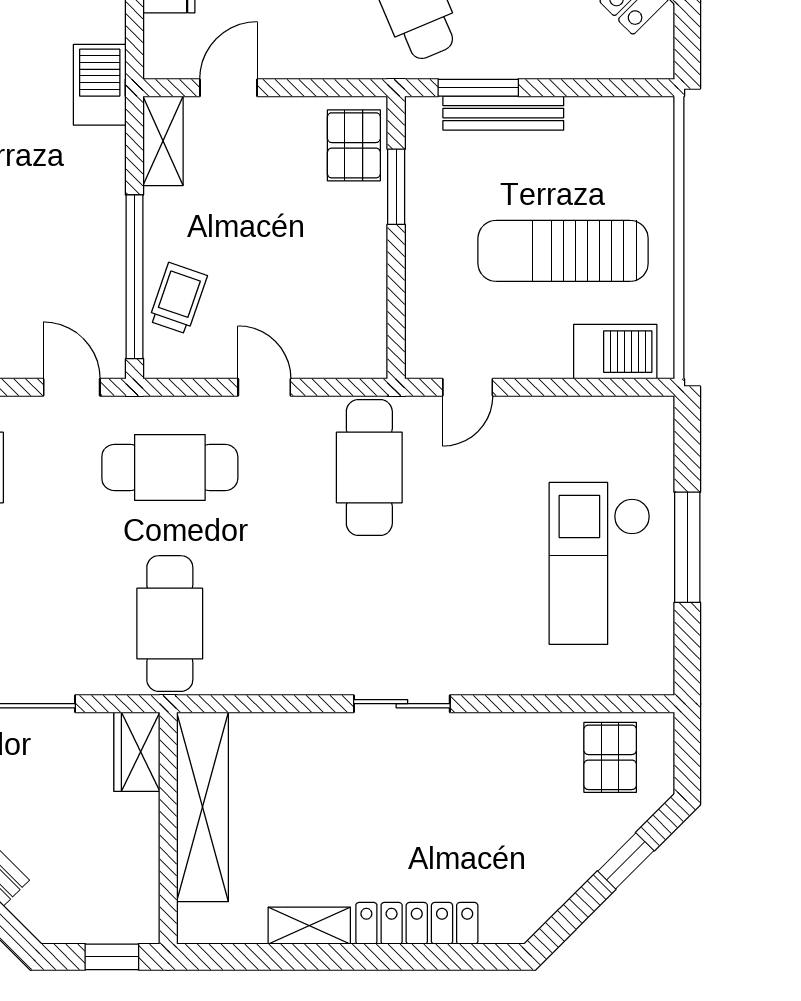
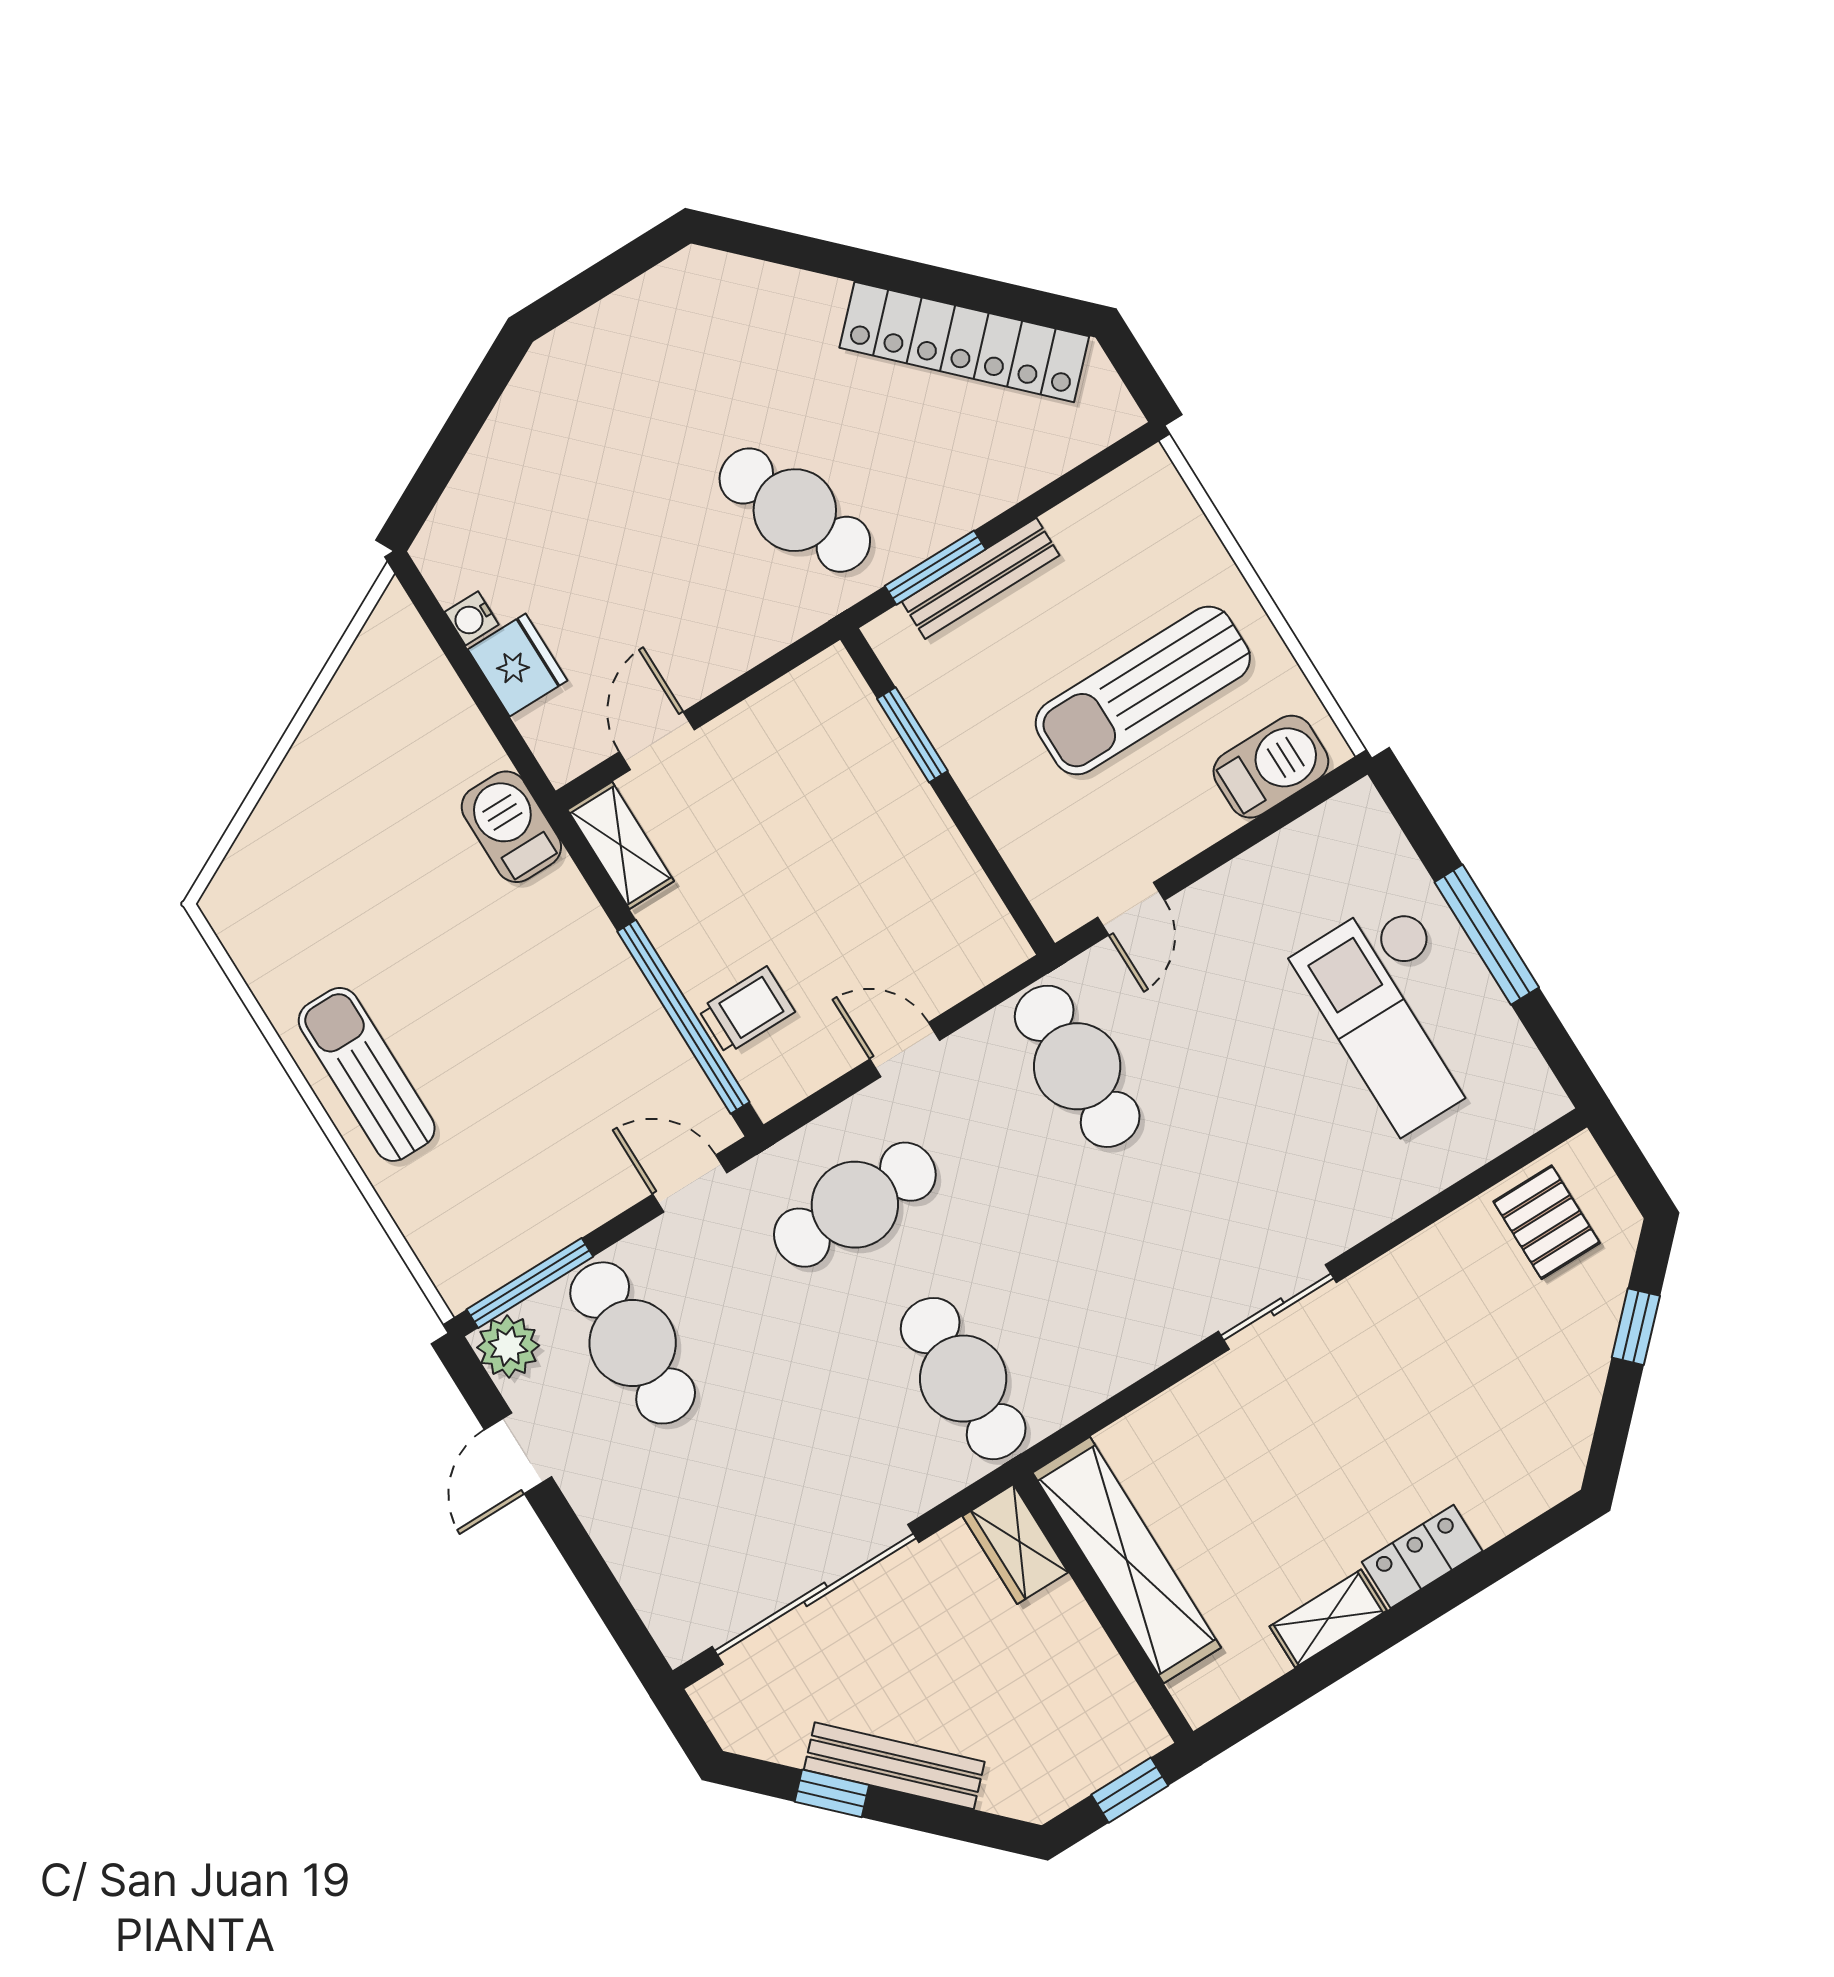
pallet: (354, 145) -> (837, 718), removed
trolley: (178, 298) -> (747, 1010), turned 71
locker: (417, 923) -> (1422, 1556), width x0.66

